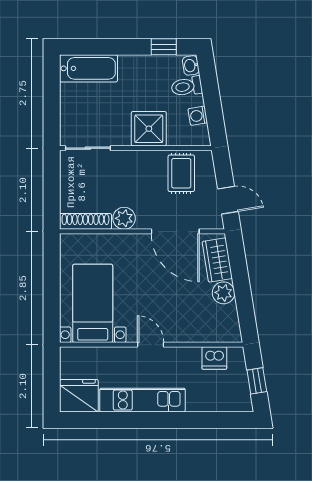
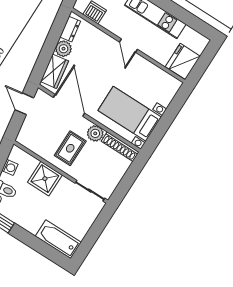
rug: (181, 173) -> (70, 148), moved
bed with nightstands: (93, 303) -> (130, 114), moved, turned 90
dresser: (230, 320) -> (70, 29), added
fridge: (79, 396) -> (183, 61), moved, turned 90

